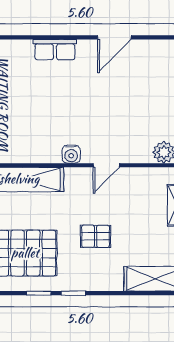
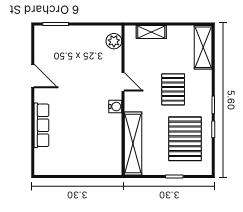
row of seats: (55, 50) -> (41, 125), width x1.48
pallet: (96, 236) -> (173, 89), width x1.50, depth x1.42

